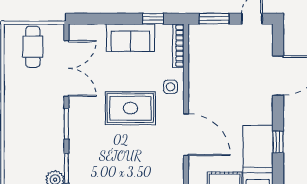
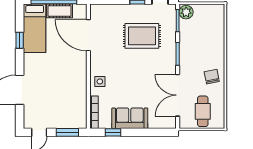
chair: (21, 93) -> (212, 77), added
rug: (130, 108) -> (142, 36), moved
door: (186, 135) -> (88, 35), moved

